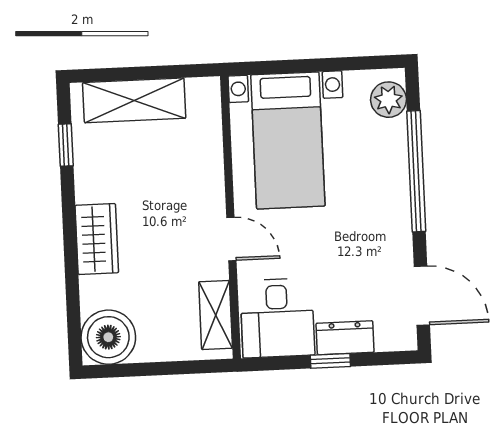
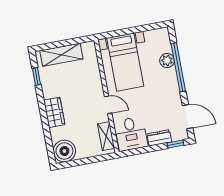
plant: (388, 100) -> (167, 60), moved
window: (330, 361) -> (176, 144), moved

